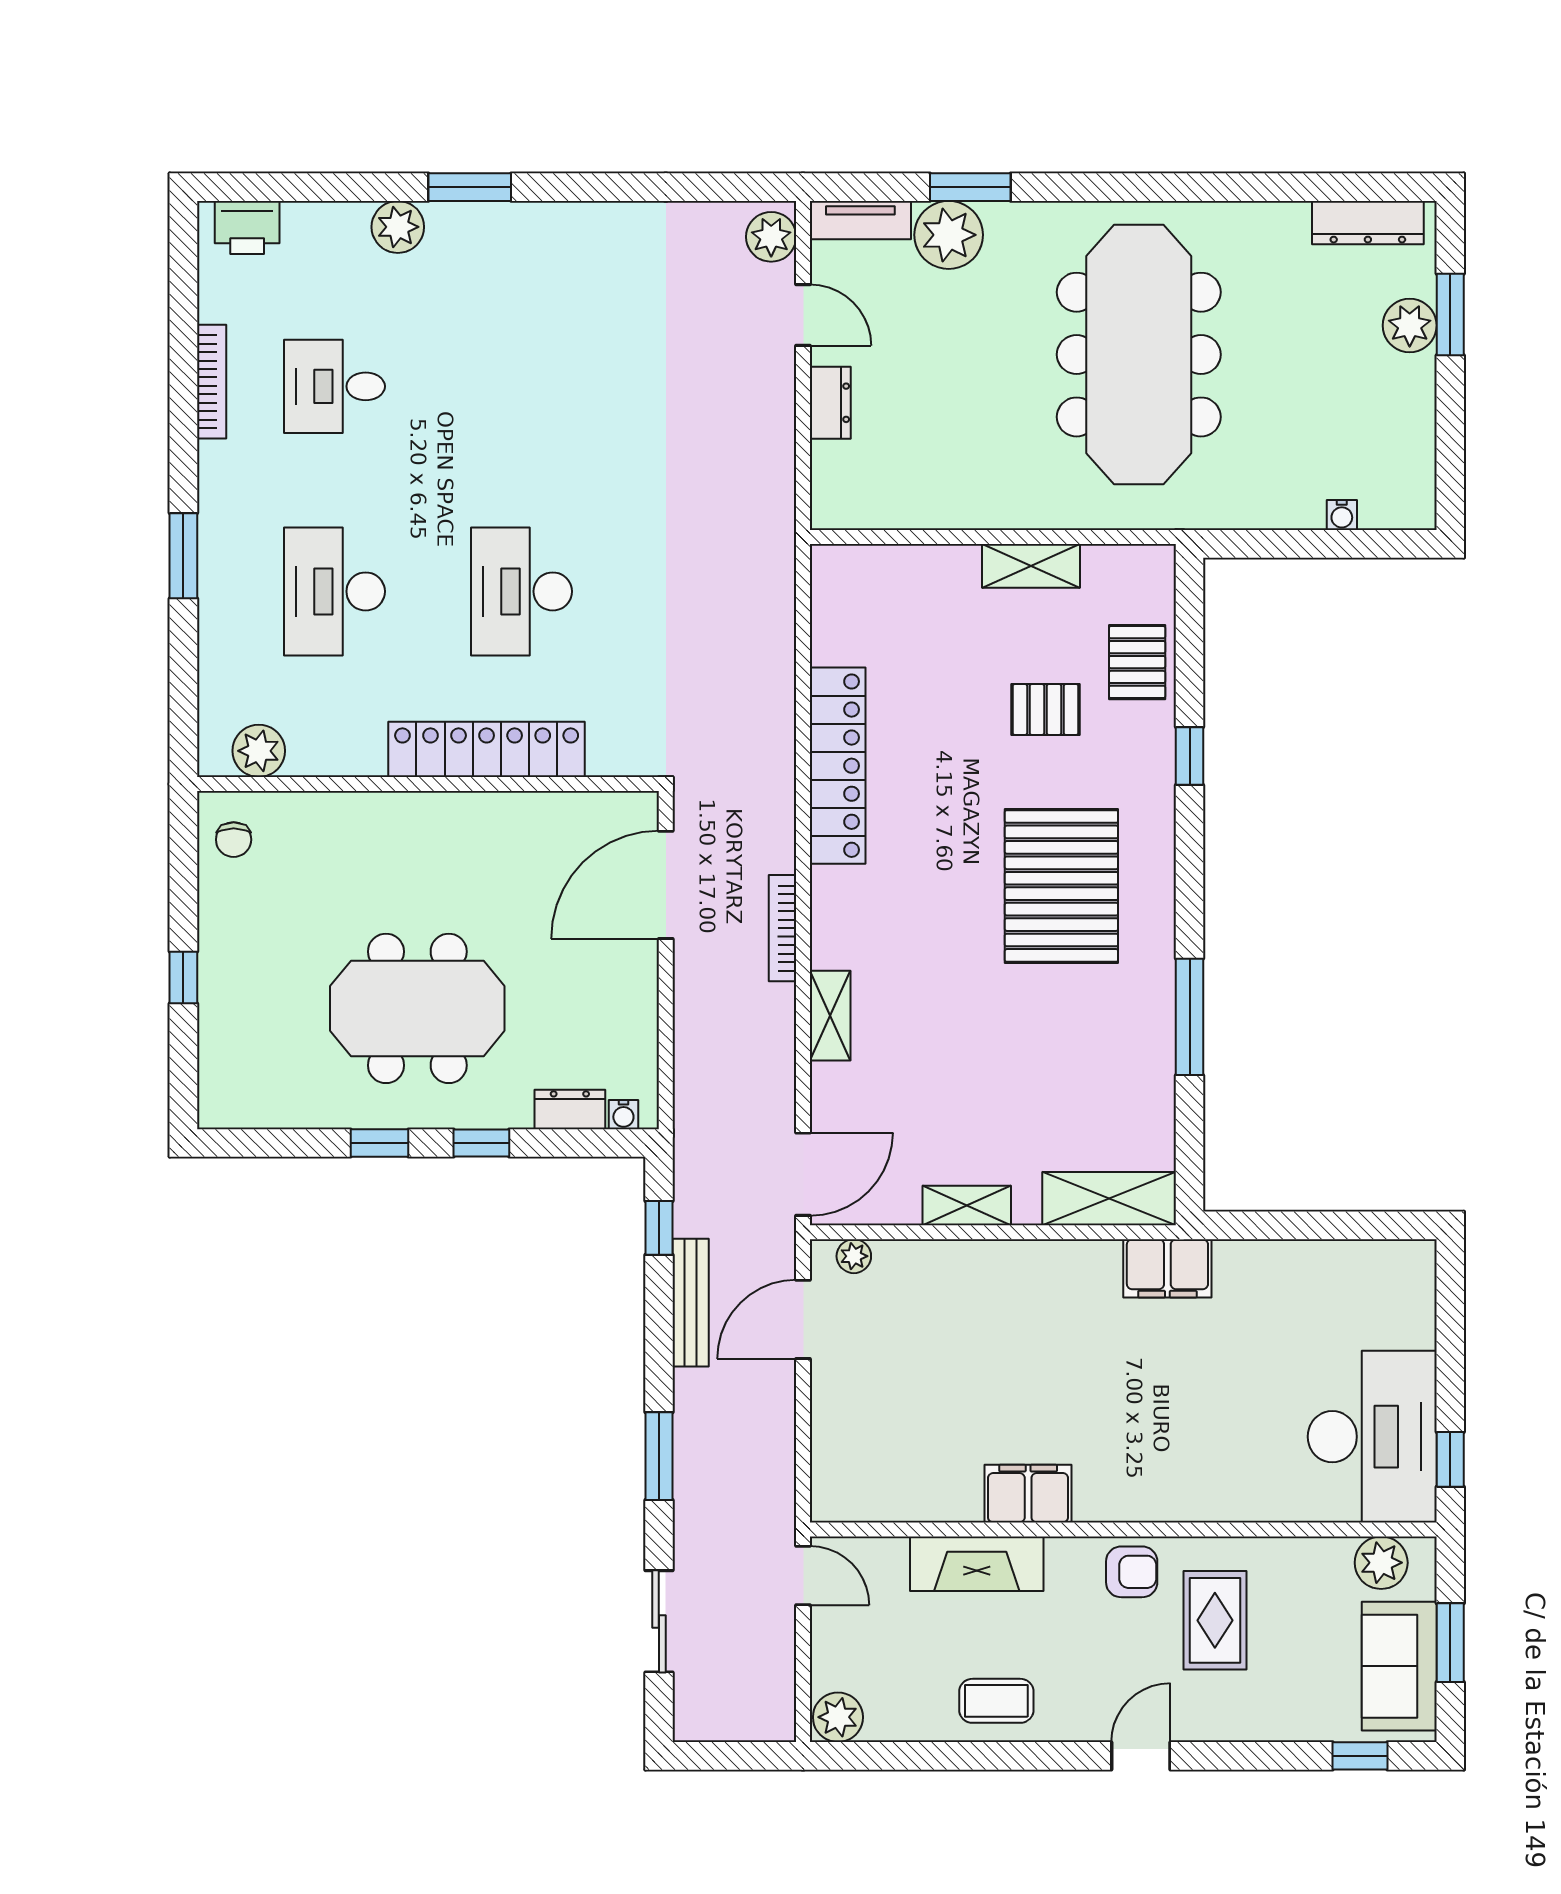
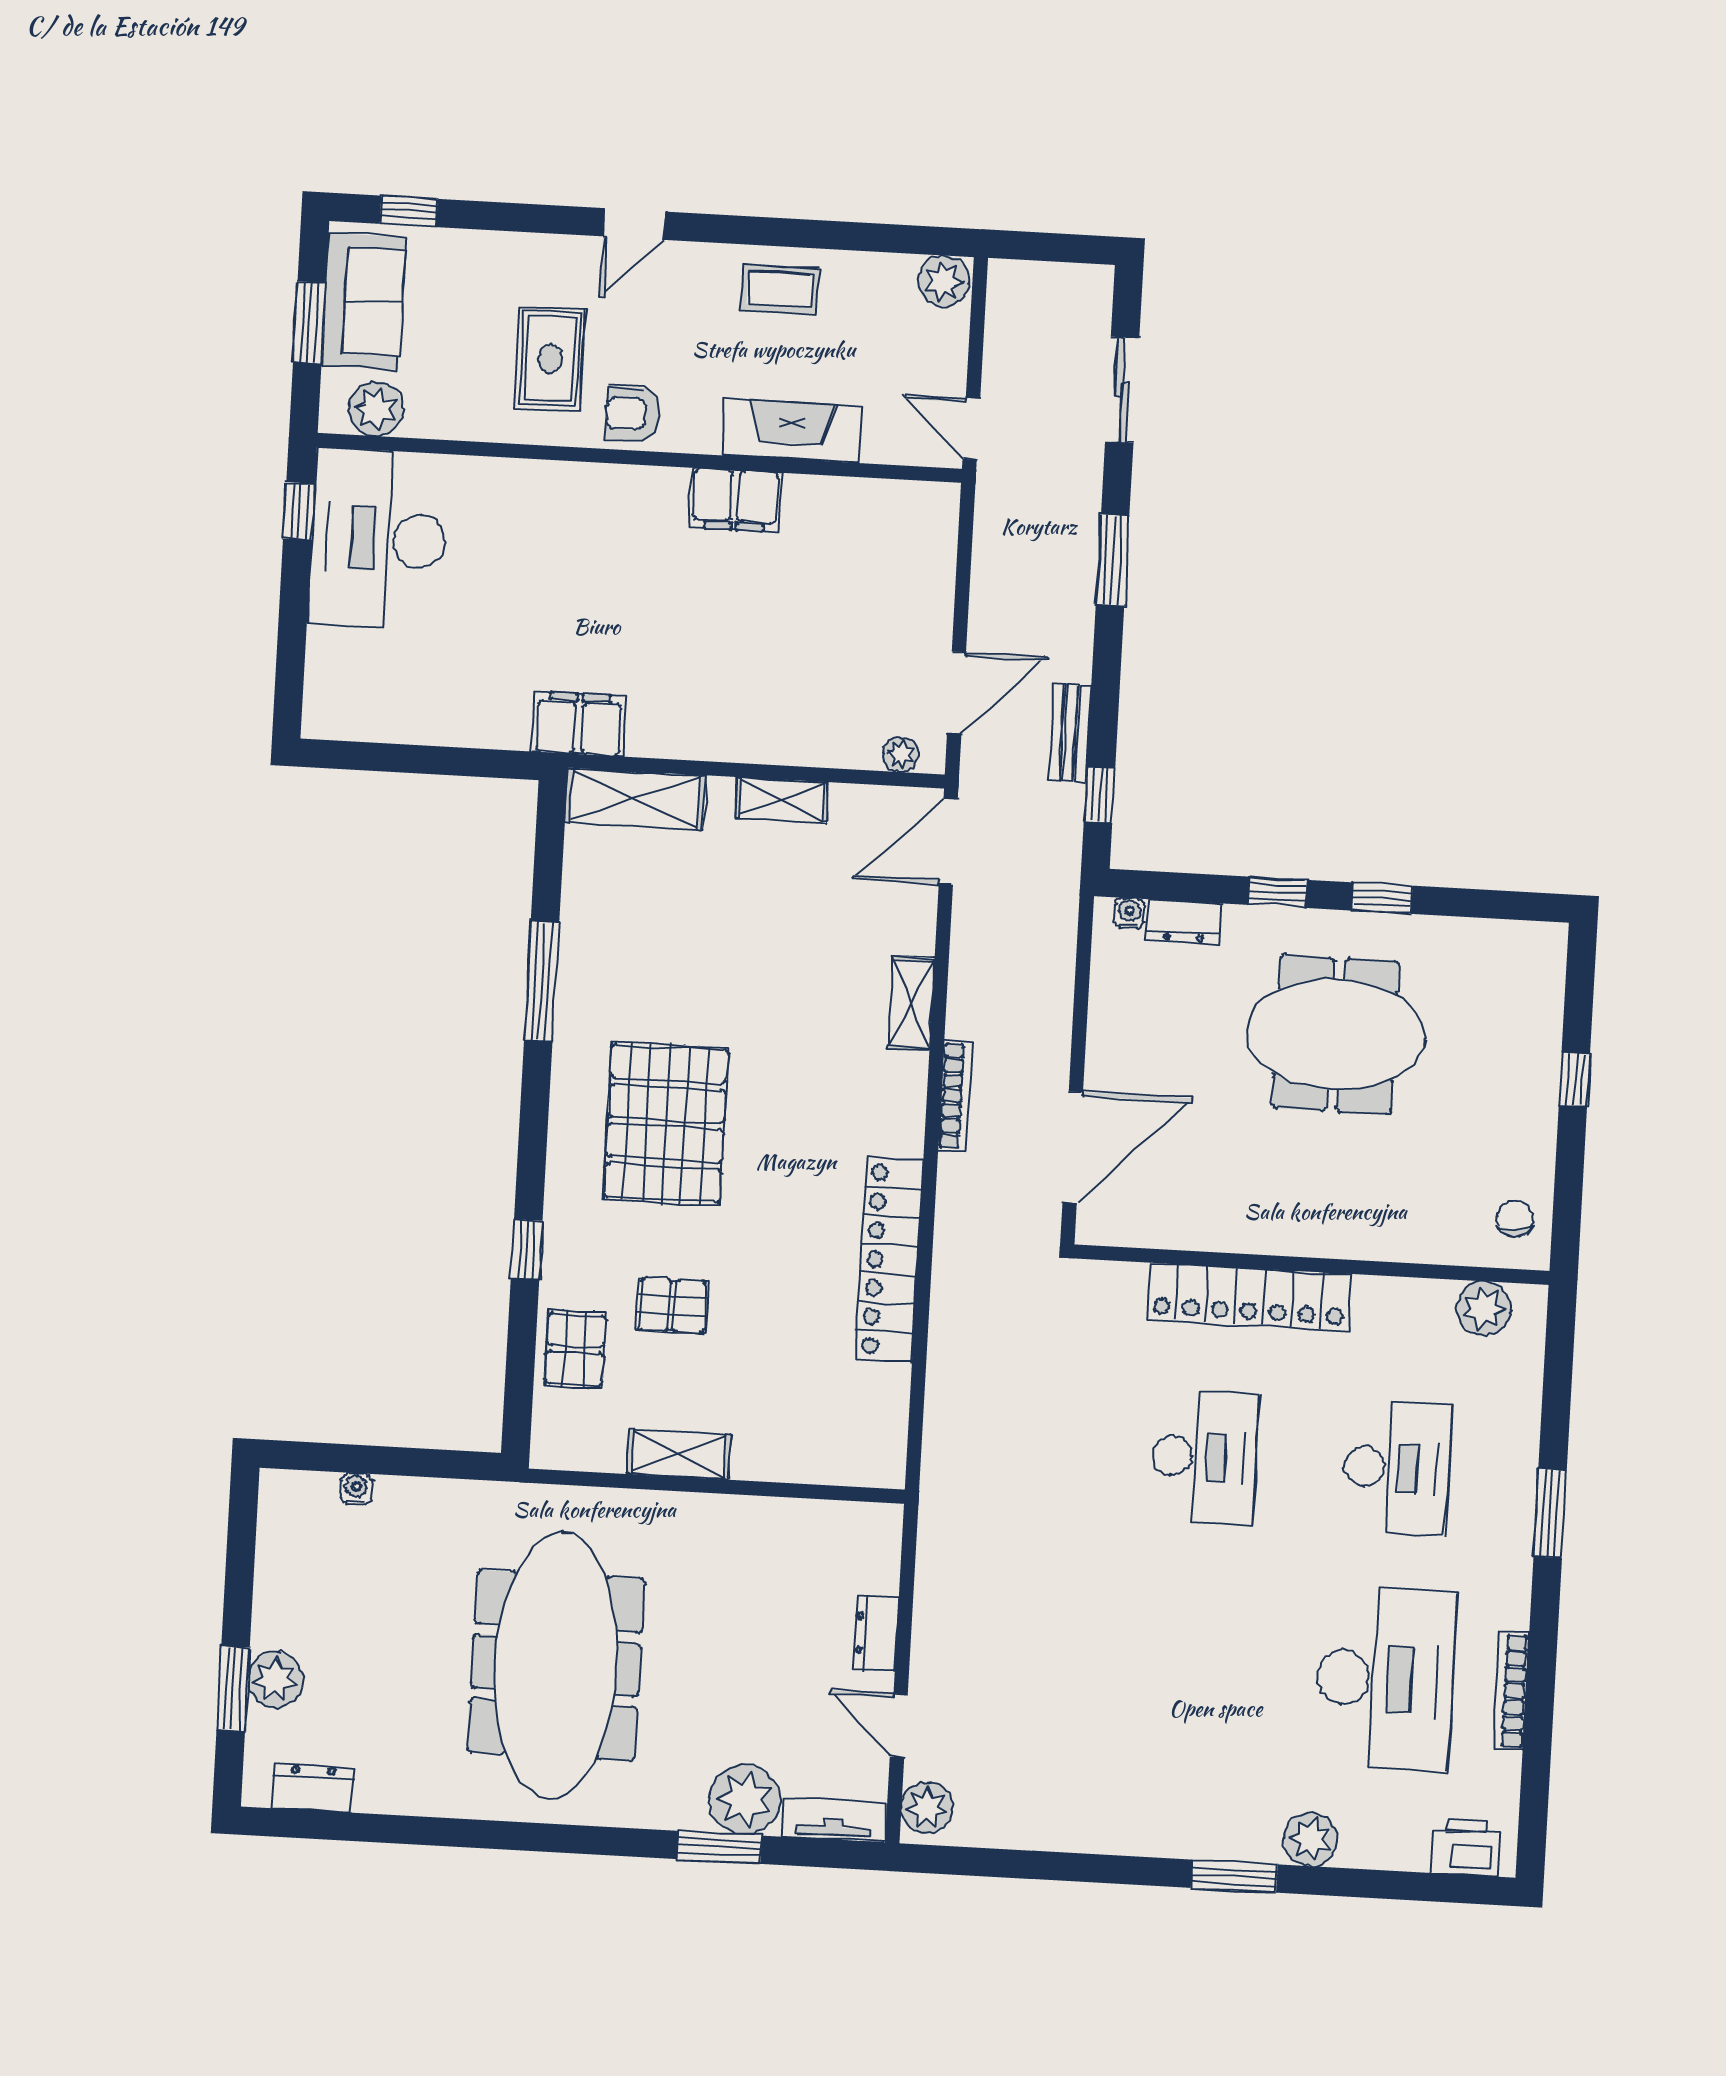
dresser: (1368, 223) -> (313, 1788), width x0.70
desk: (334, 386) -> (1385, 1679), width x1.87, depth x1.30
bench: (691, 1303) -> (1070, 734), width x0.73

